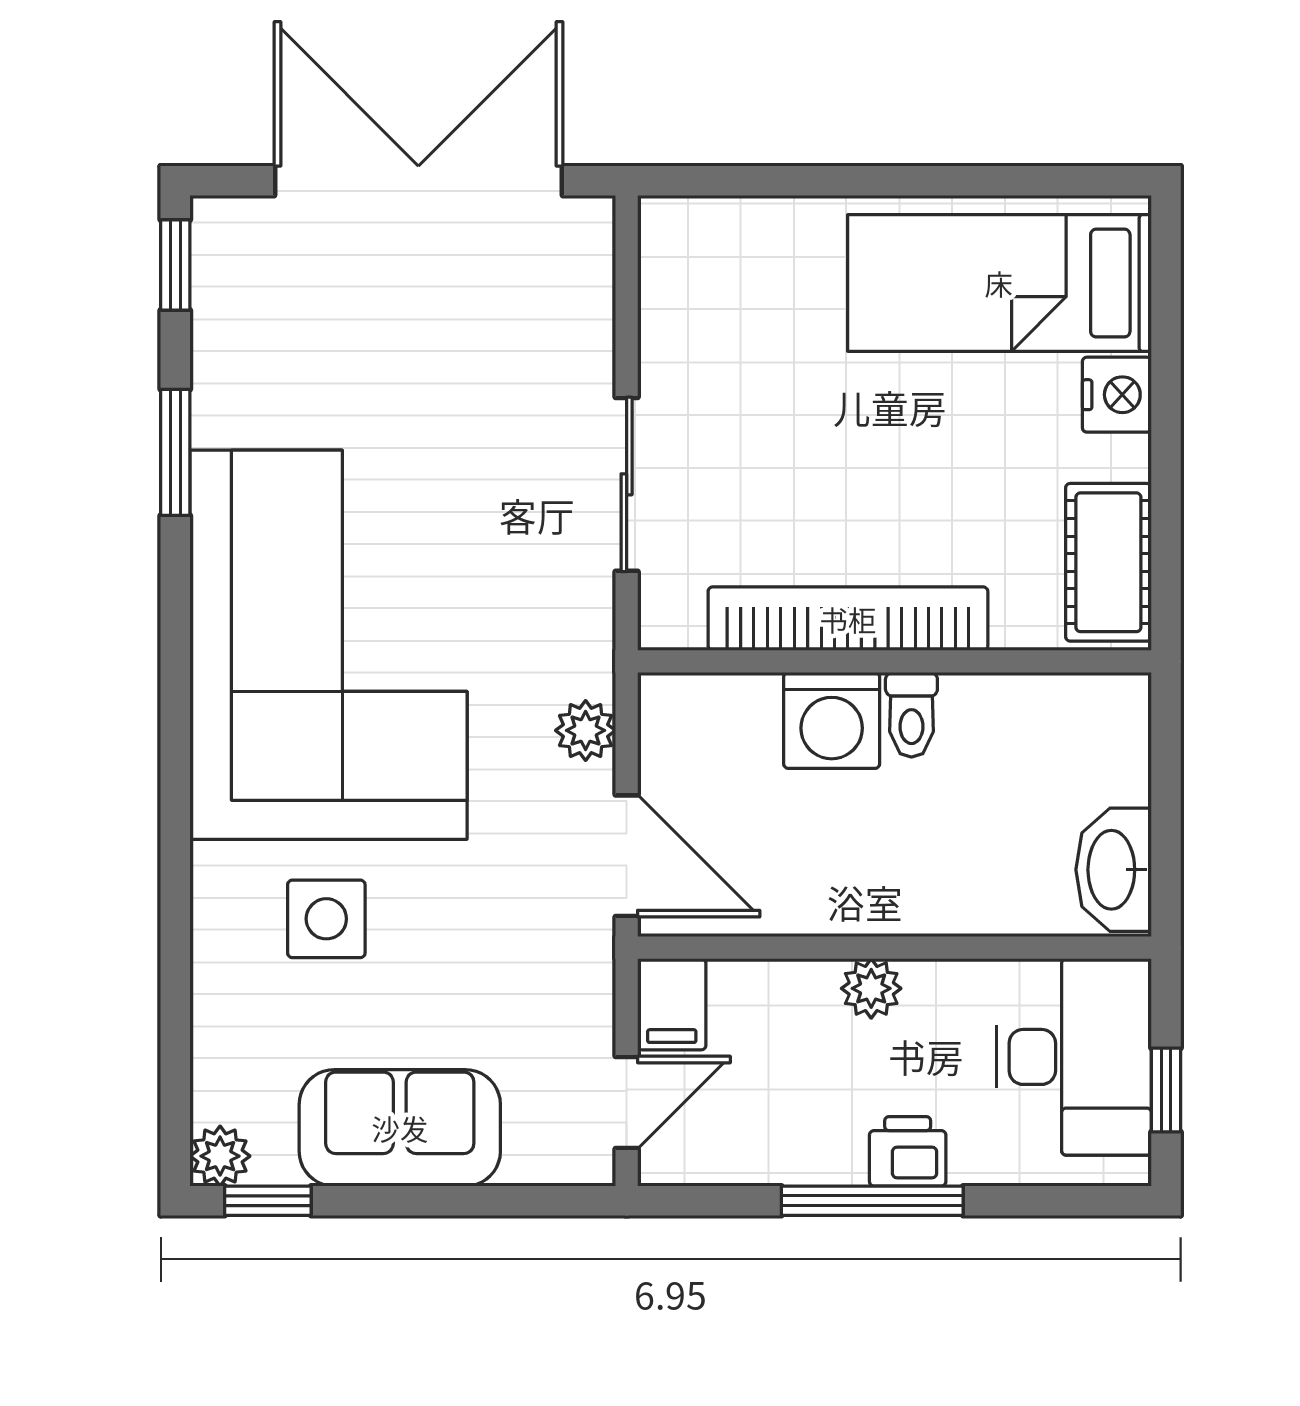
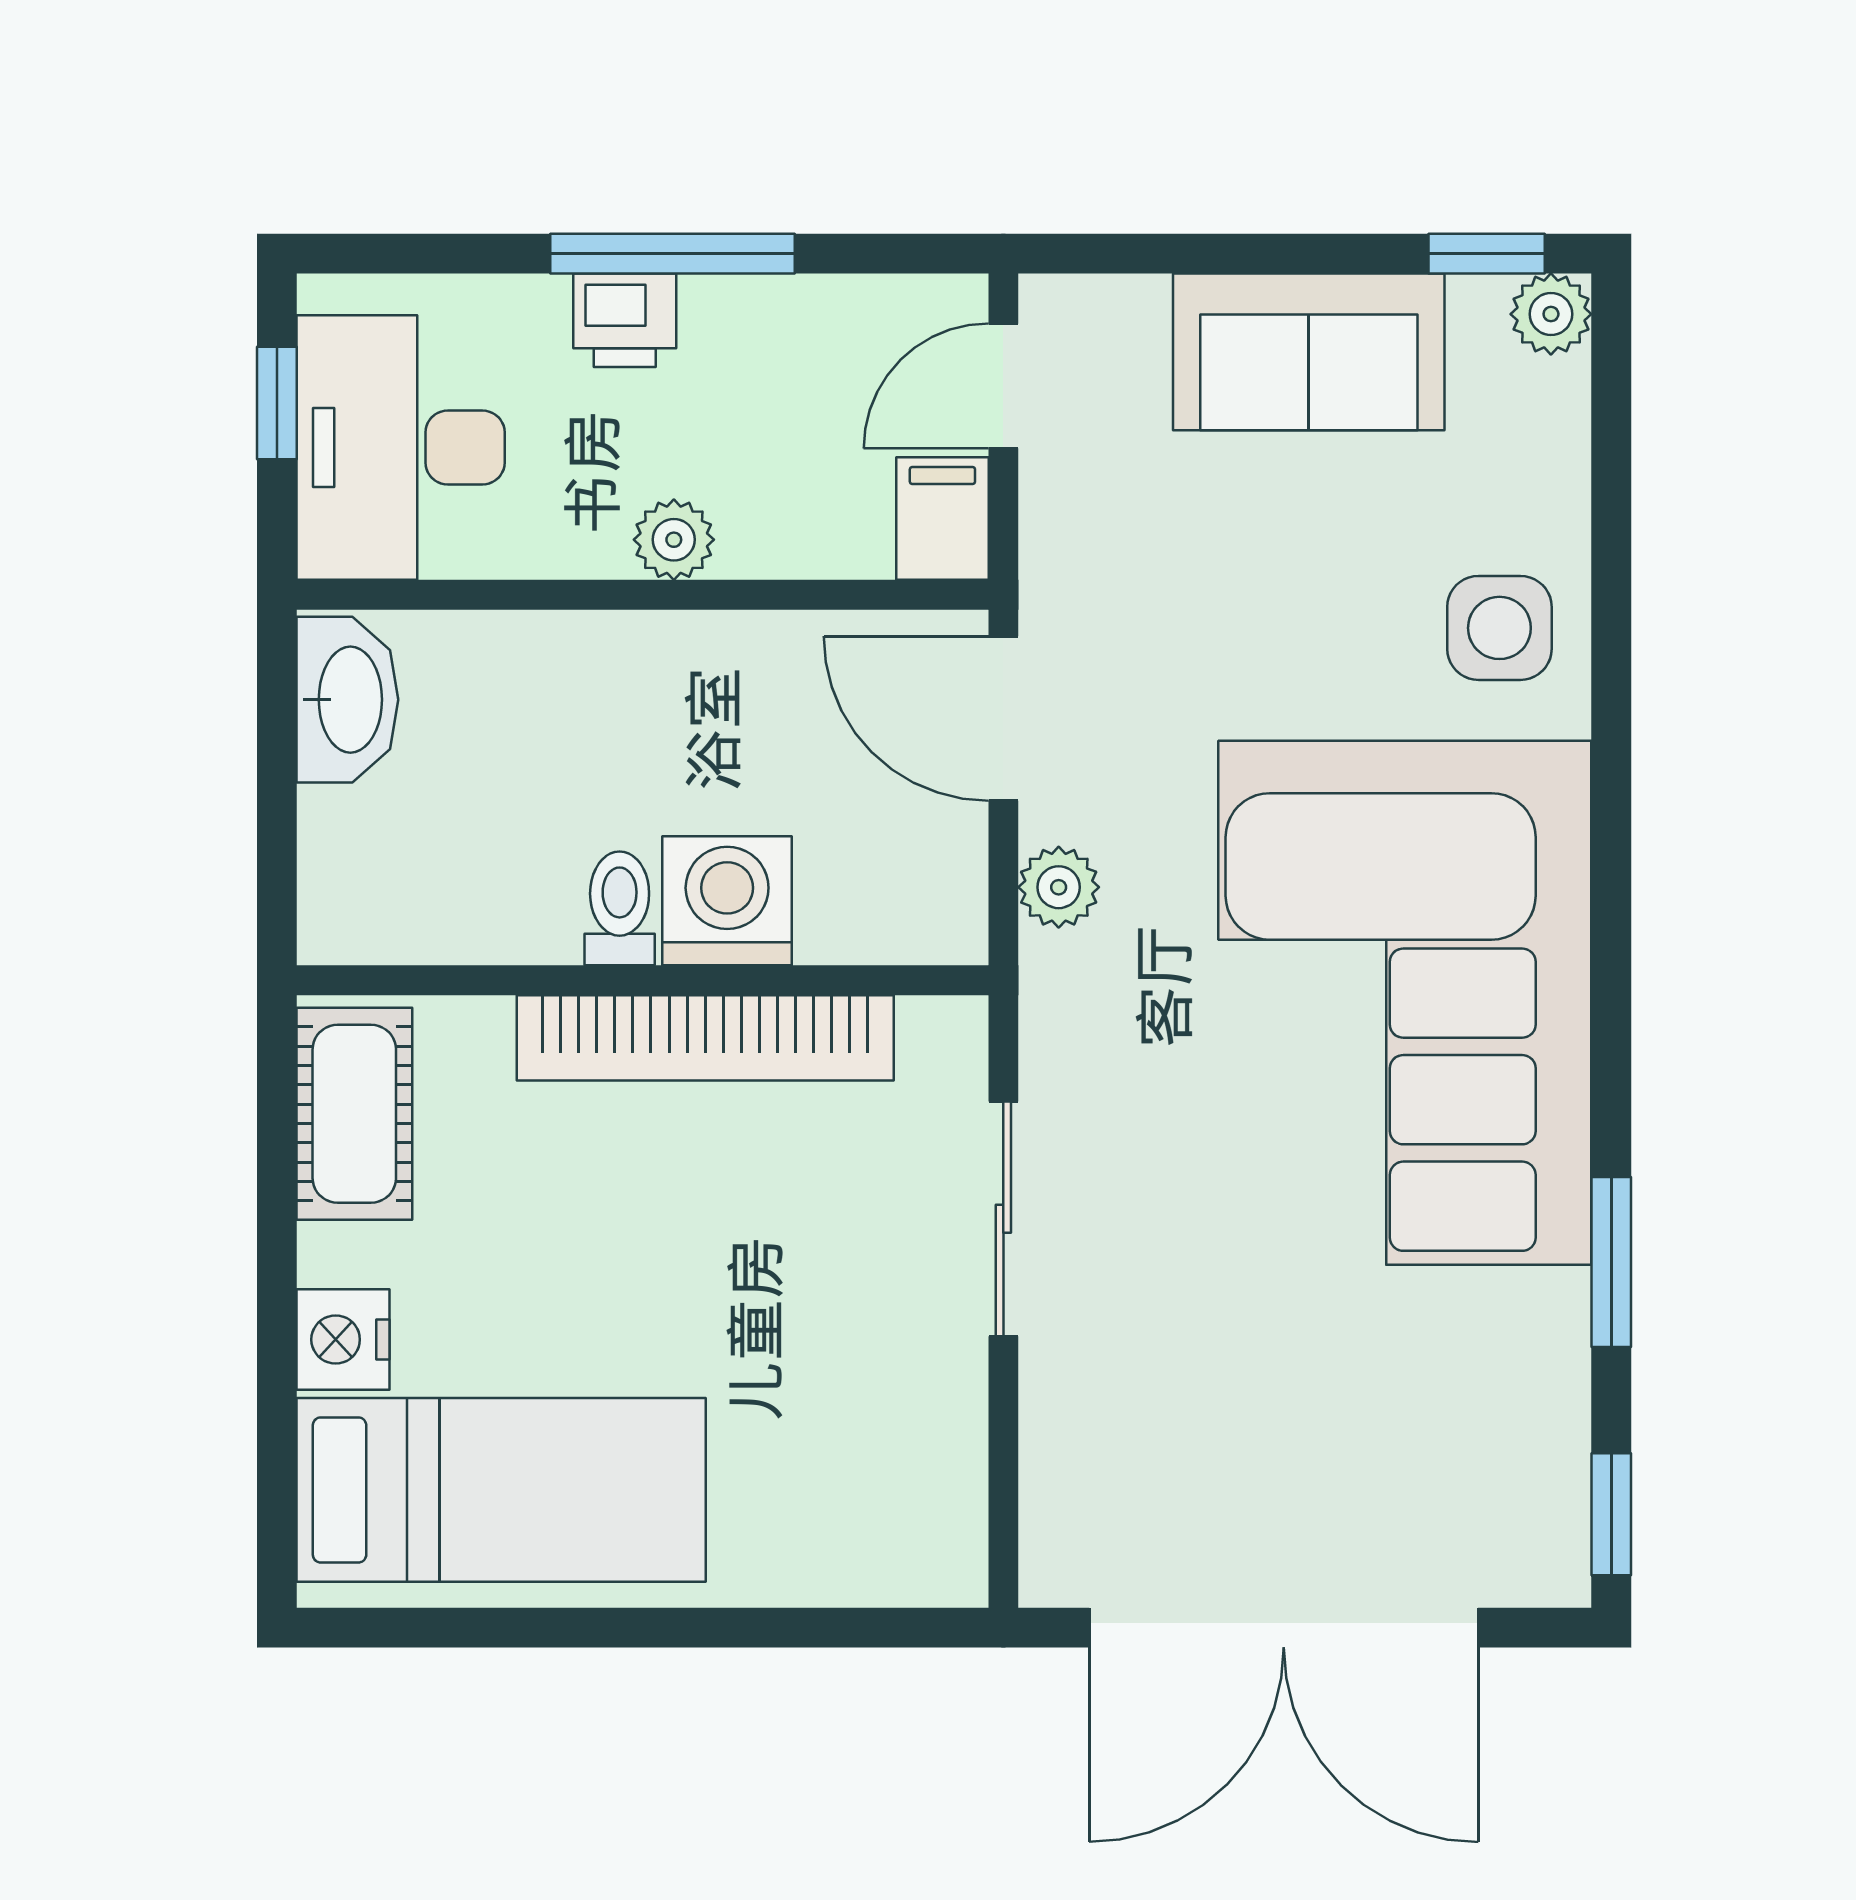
side table: (326, 919) -> (1499, 628), moved

